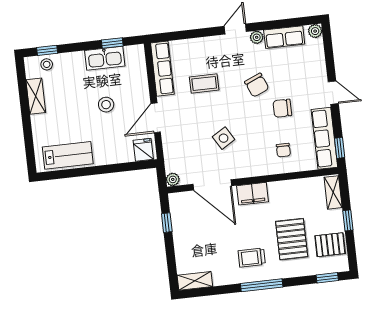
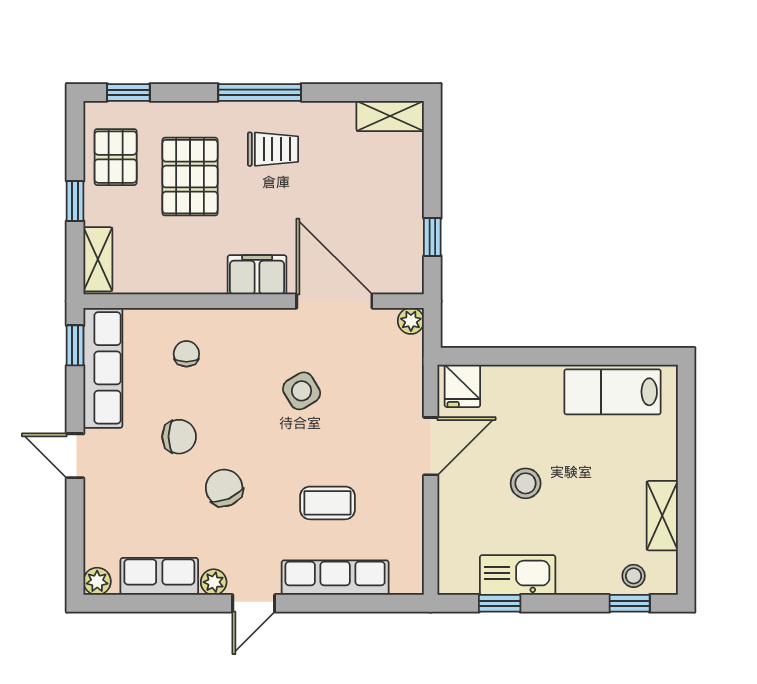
row of seats: (162, 69) -> (335, 578), moved, turned 90
pallet: (330, 245) -> (116, 157), turned 90

